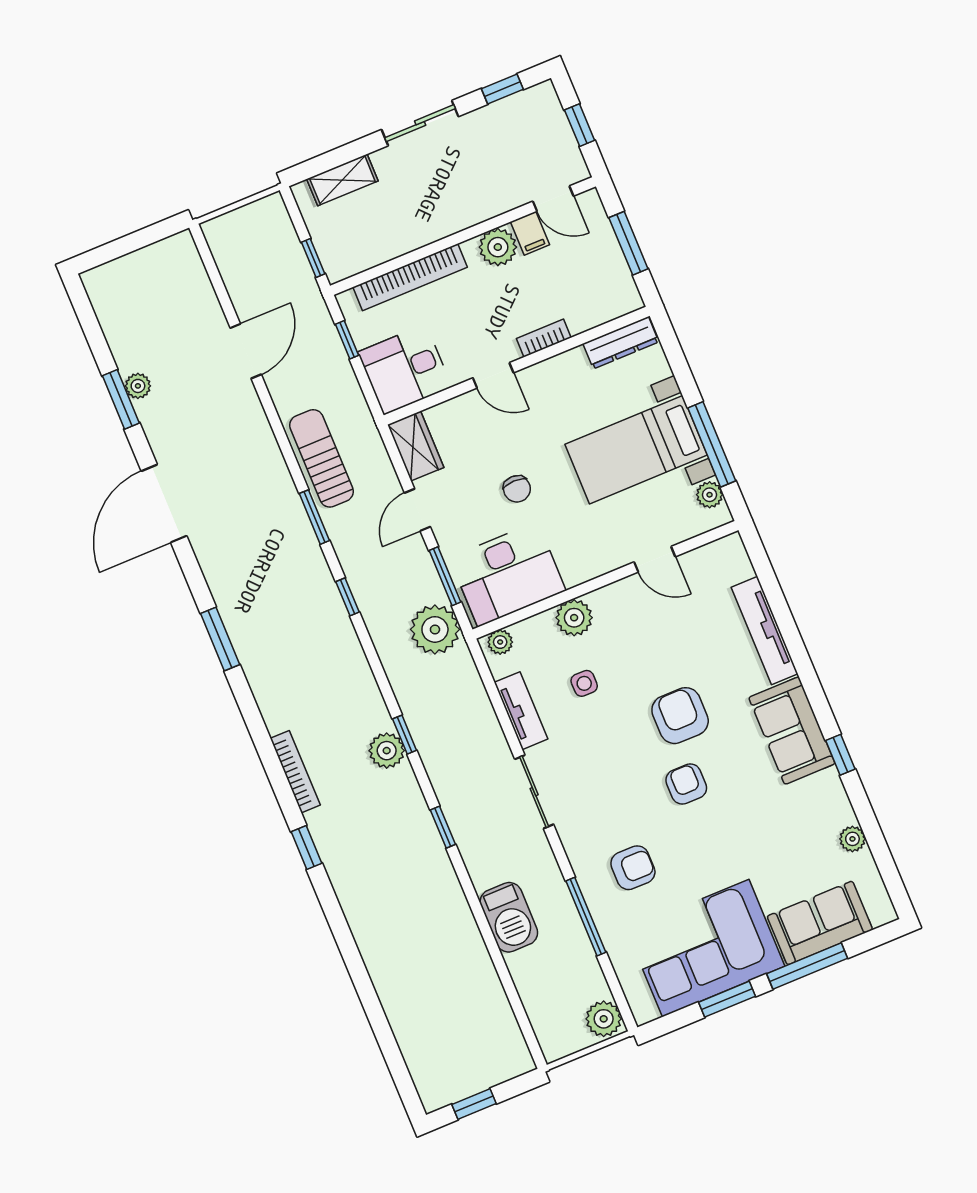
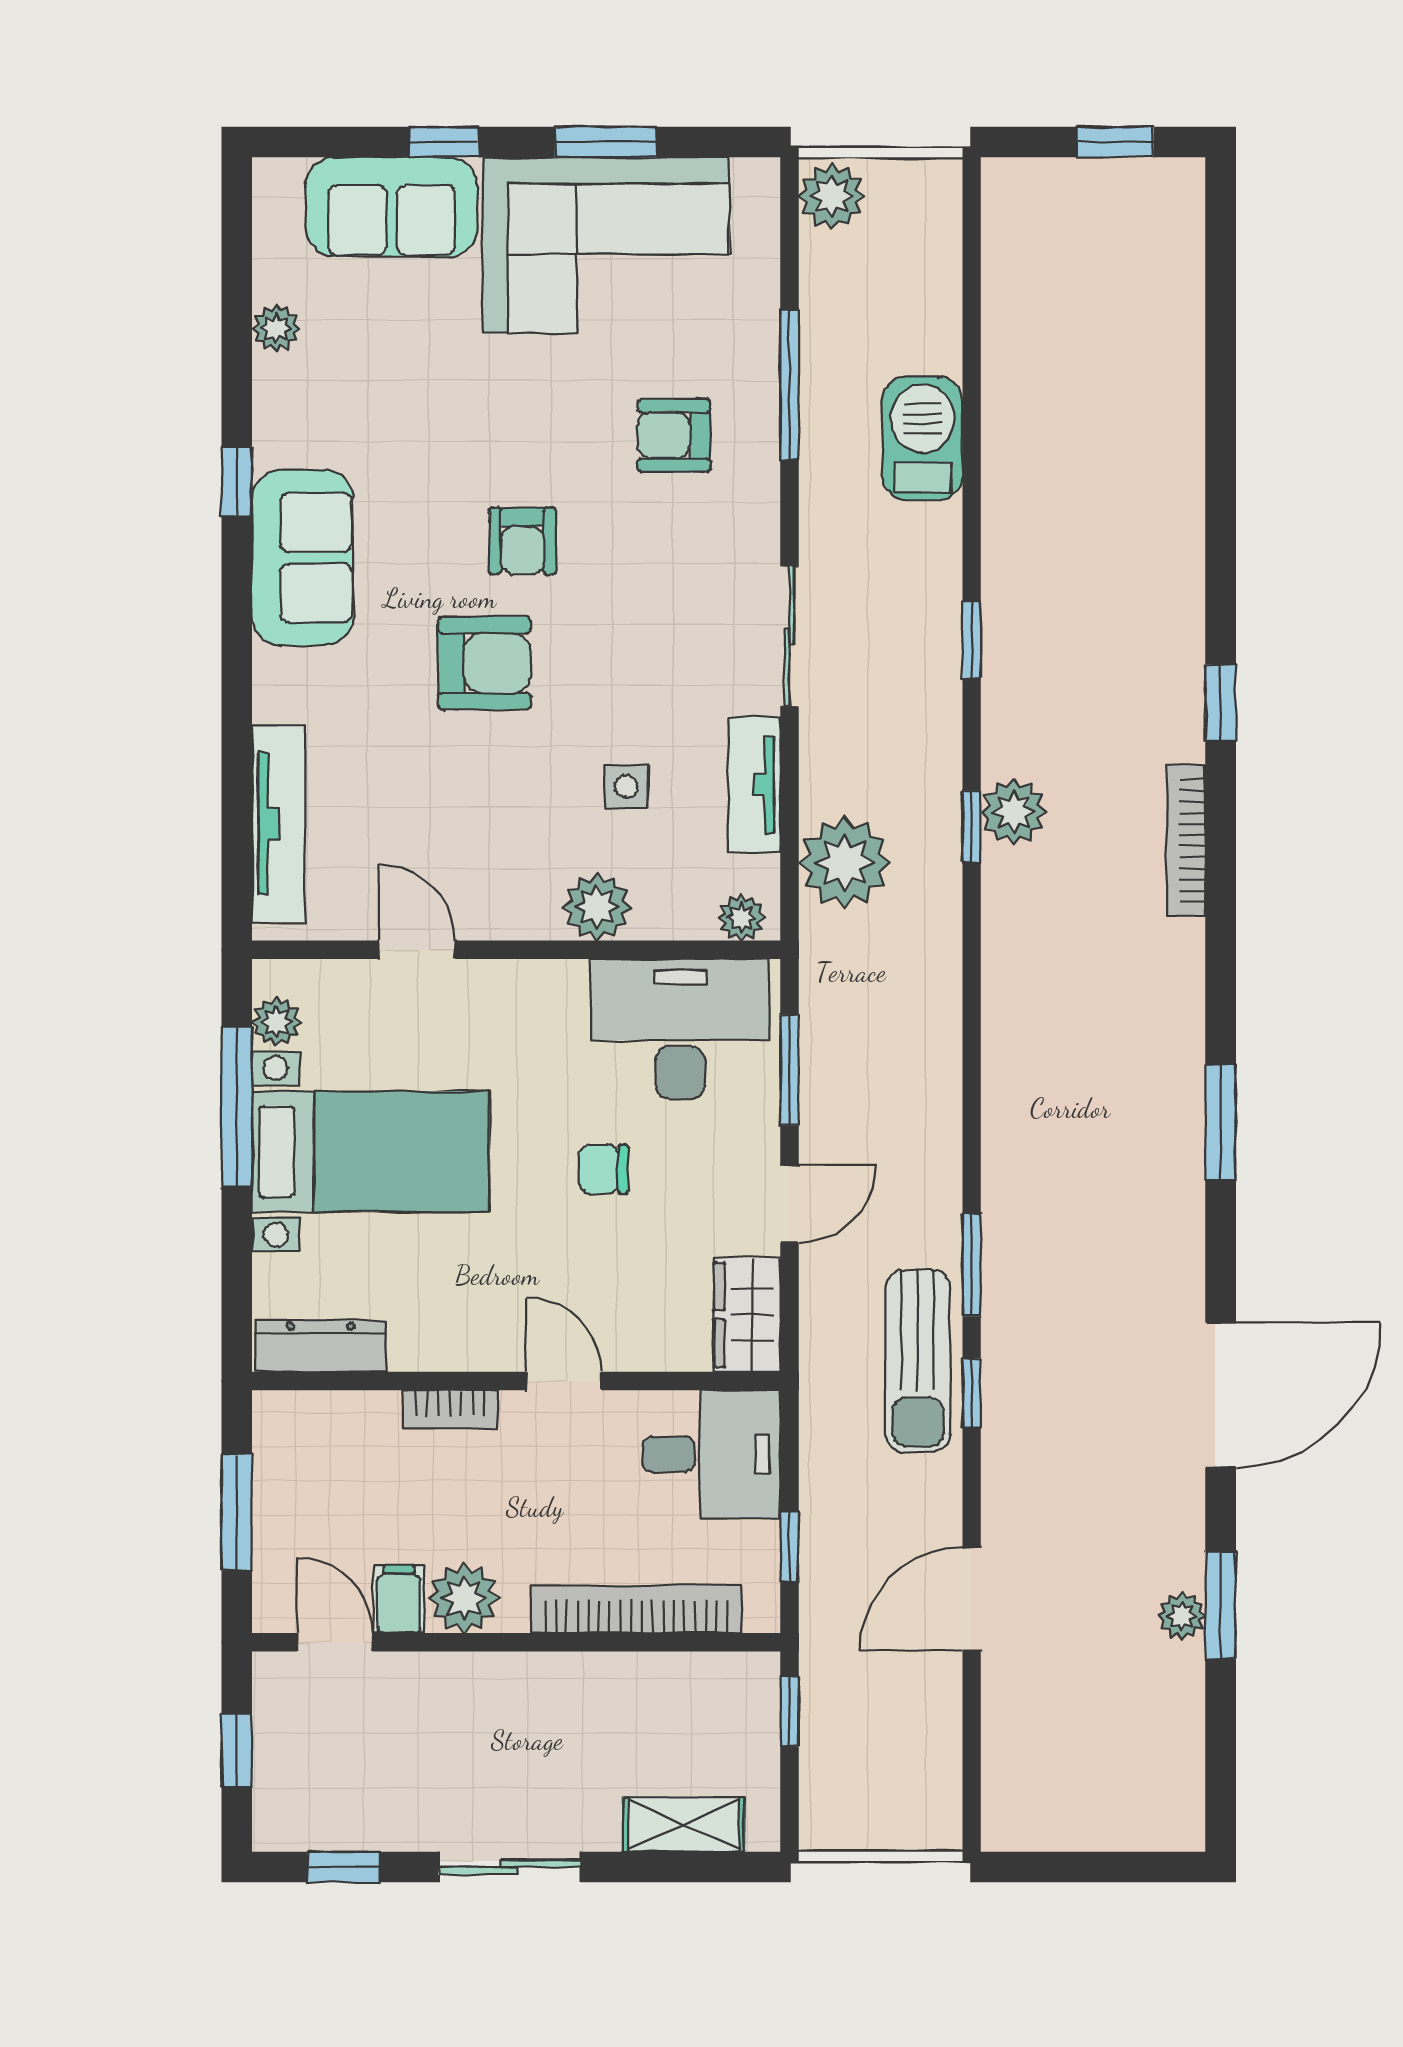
chair: (517, 489) -> (603, 1169), turned -90
window: (348, 597) -> (972, 1393), moved
plant: (435, 629) -> (845, 862), moved
tv unit: (765, 631) -> (279, 824), moved
armchair: (680, 716) -> (484, 663), turned -90
window: (807, 966) -> (444, 142), width x0.46

